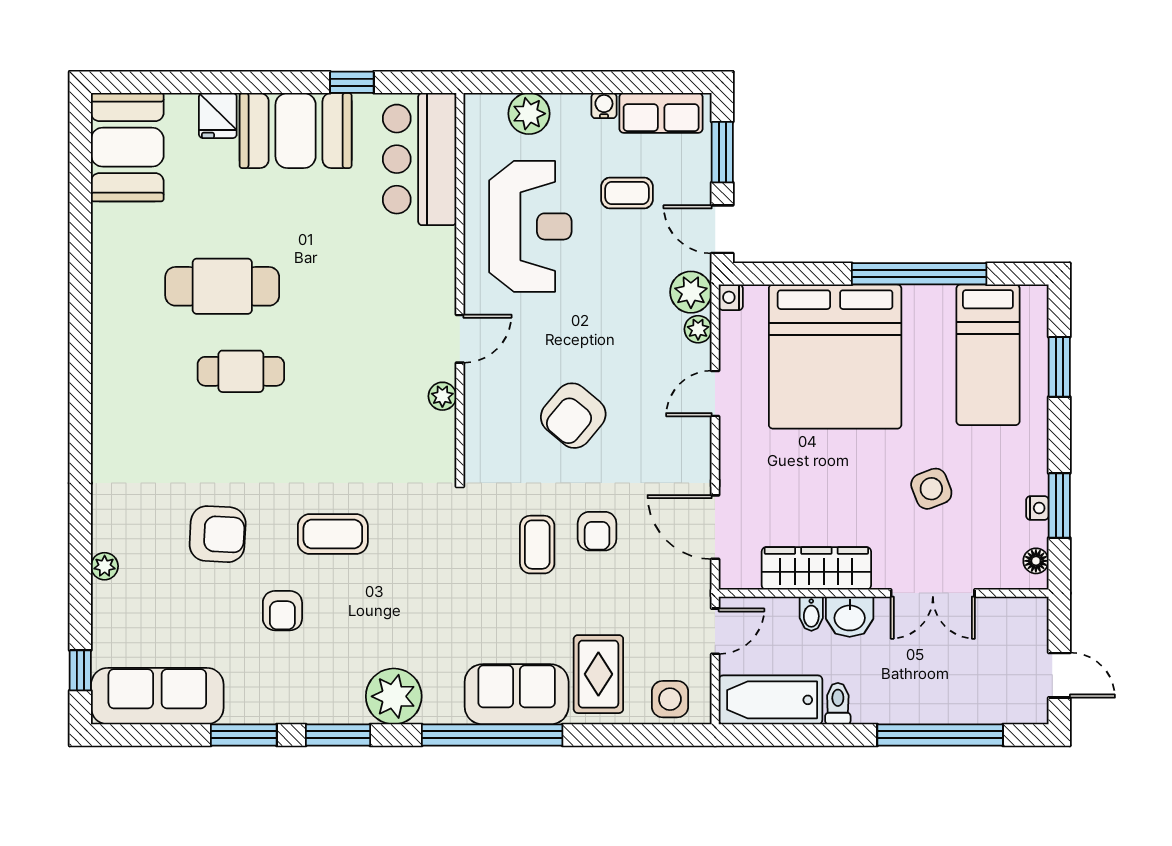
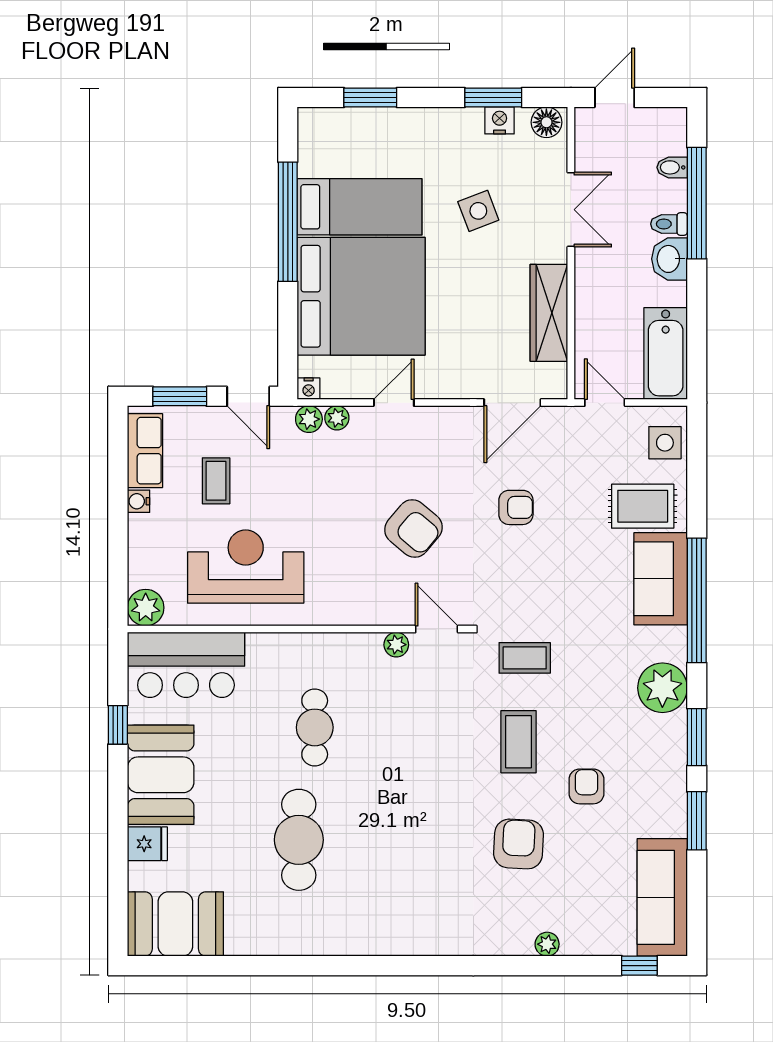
plant: (529, 114) -> (146, 608), moved
door: (722, 229) -> (248, 396), hinge flipped
plant: (691, 292) -> (309, 419), width x0.73, depth x0.73
door: (460, 339) -> (437, 629), moved
bed: (988, 355) -> (360, 207), moved
cafe table: (241, 371) -> (315, 727), moved
door: (715, 393) -> (394, 403), swing flipped
nightstand: (1037, 508) -> (500, 120), width x1.39, depth x1.35
coffee table: (537, 545) -> (525, 658), moved
floor lamp: (1036, 561) -> (546, 122), width x1.37, depth x1.37
armchair: (282, 611) -> (586, 786), turned -90
bidet: (811, 614) -> (672, 167), moved, turned 180
washbasin: (850, 617) -> (669, 259), moved, turned 180
door: (1059, 675) -> (615, 97), moved
toilet: (838, 704) -> (669, 224), moved

